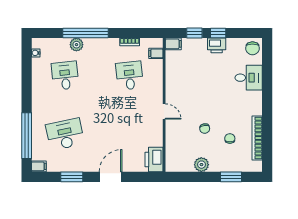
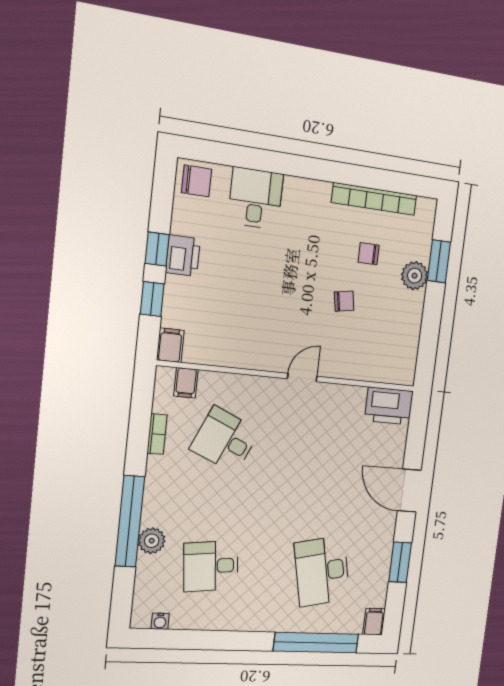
desk: (129, 76) -> (225, 440), turned 30
plant: (201, 165) -> (415, 276), moved

